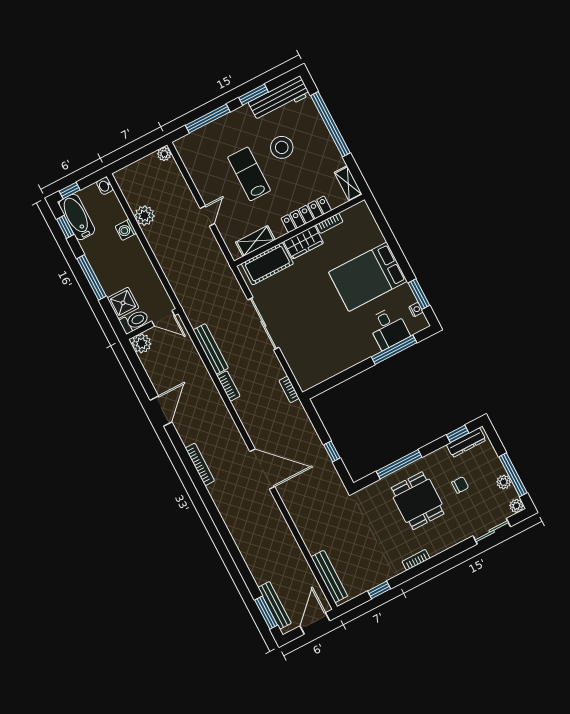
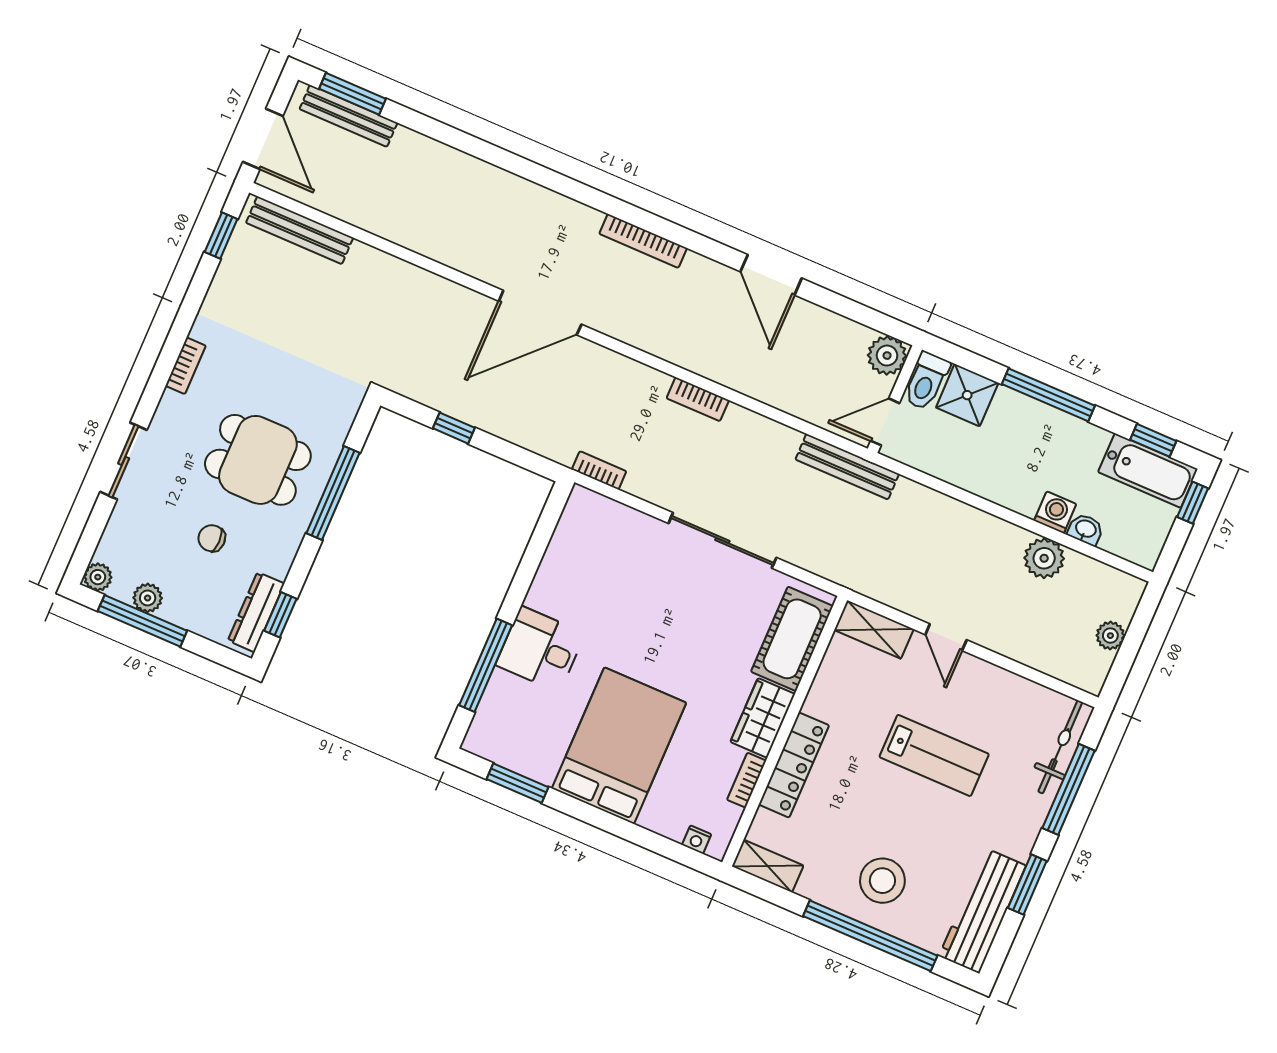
bicycle: (198, 138) -> (1060, 747), added
stool: (282, 147) -> (882, 881), moved
plant: (164, 154) -> (1110, 636), moved
washbasin: (105, 186) -> (1086, 529), moved
shelving: (255, 241) -> (874, 630), moved, turned 90
nightstand: (416, 310) -> (697, 840), moved
desk: (388, 328) -> (540, 649), moved
bench: (211, 349) -> (847, 467), moved
chair: (460, 485) -> (212, 538), turned 90
sliding door: (492, 531) -> (124, 461), moved
window: (379, 590) -> (221, 235), moved

